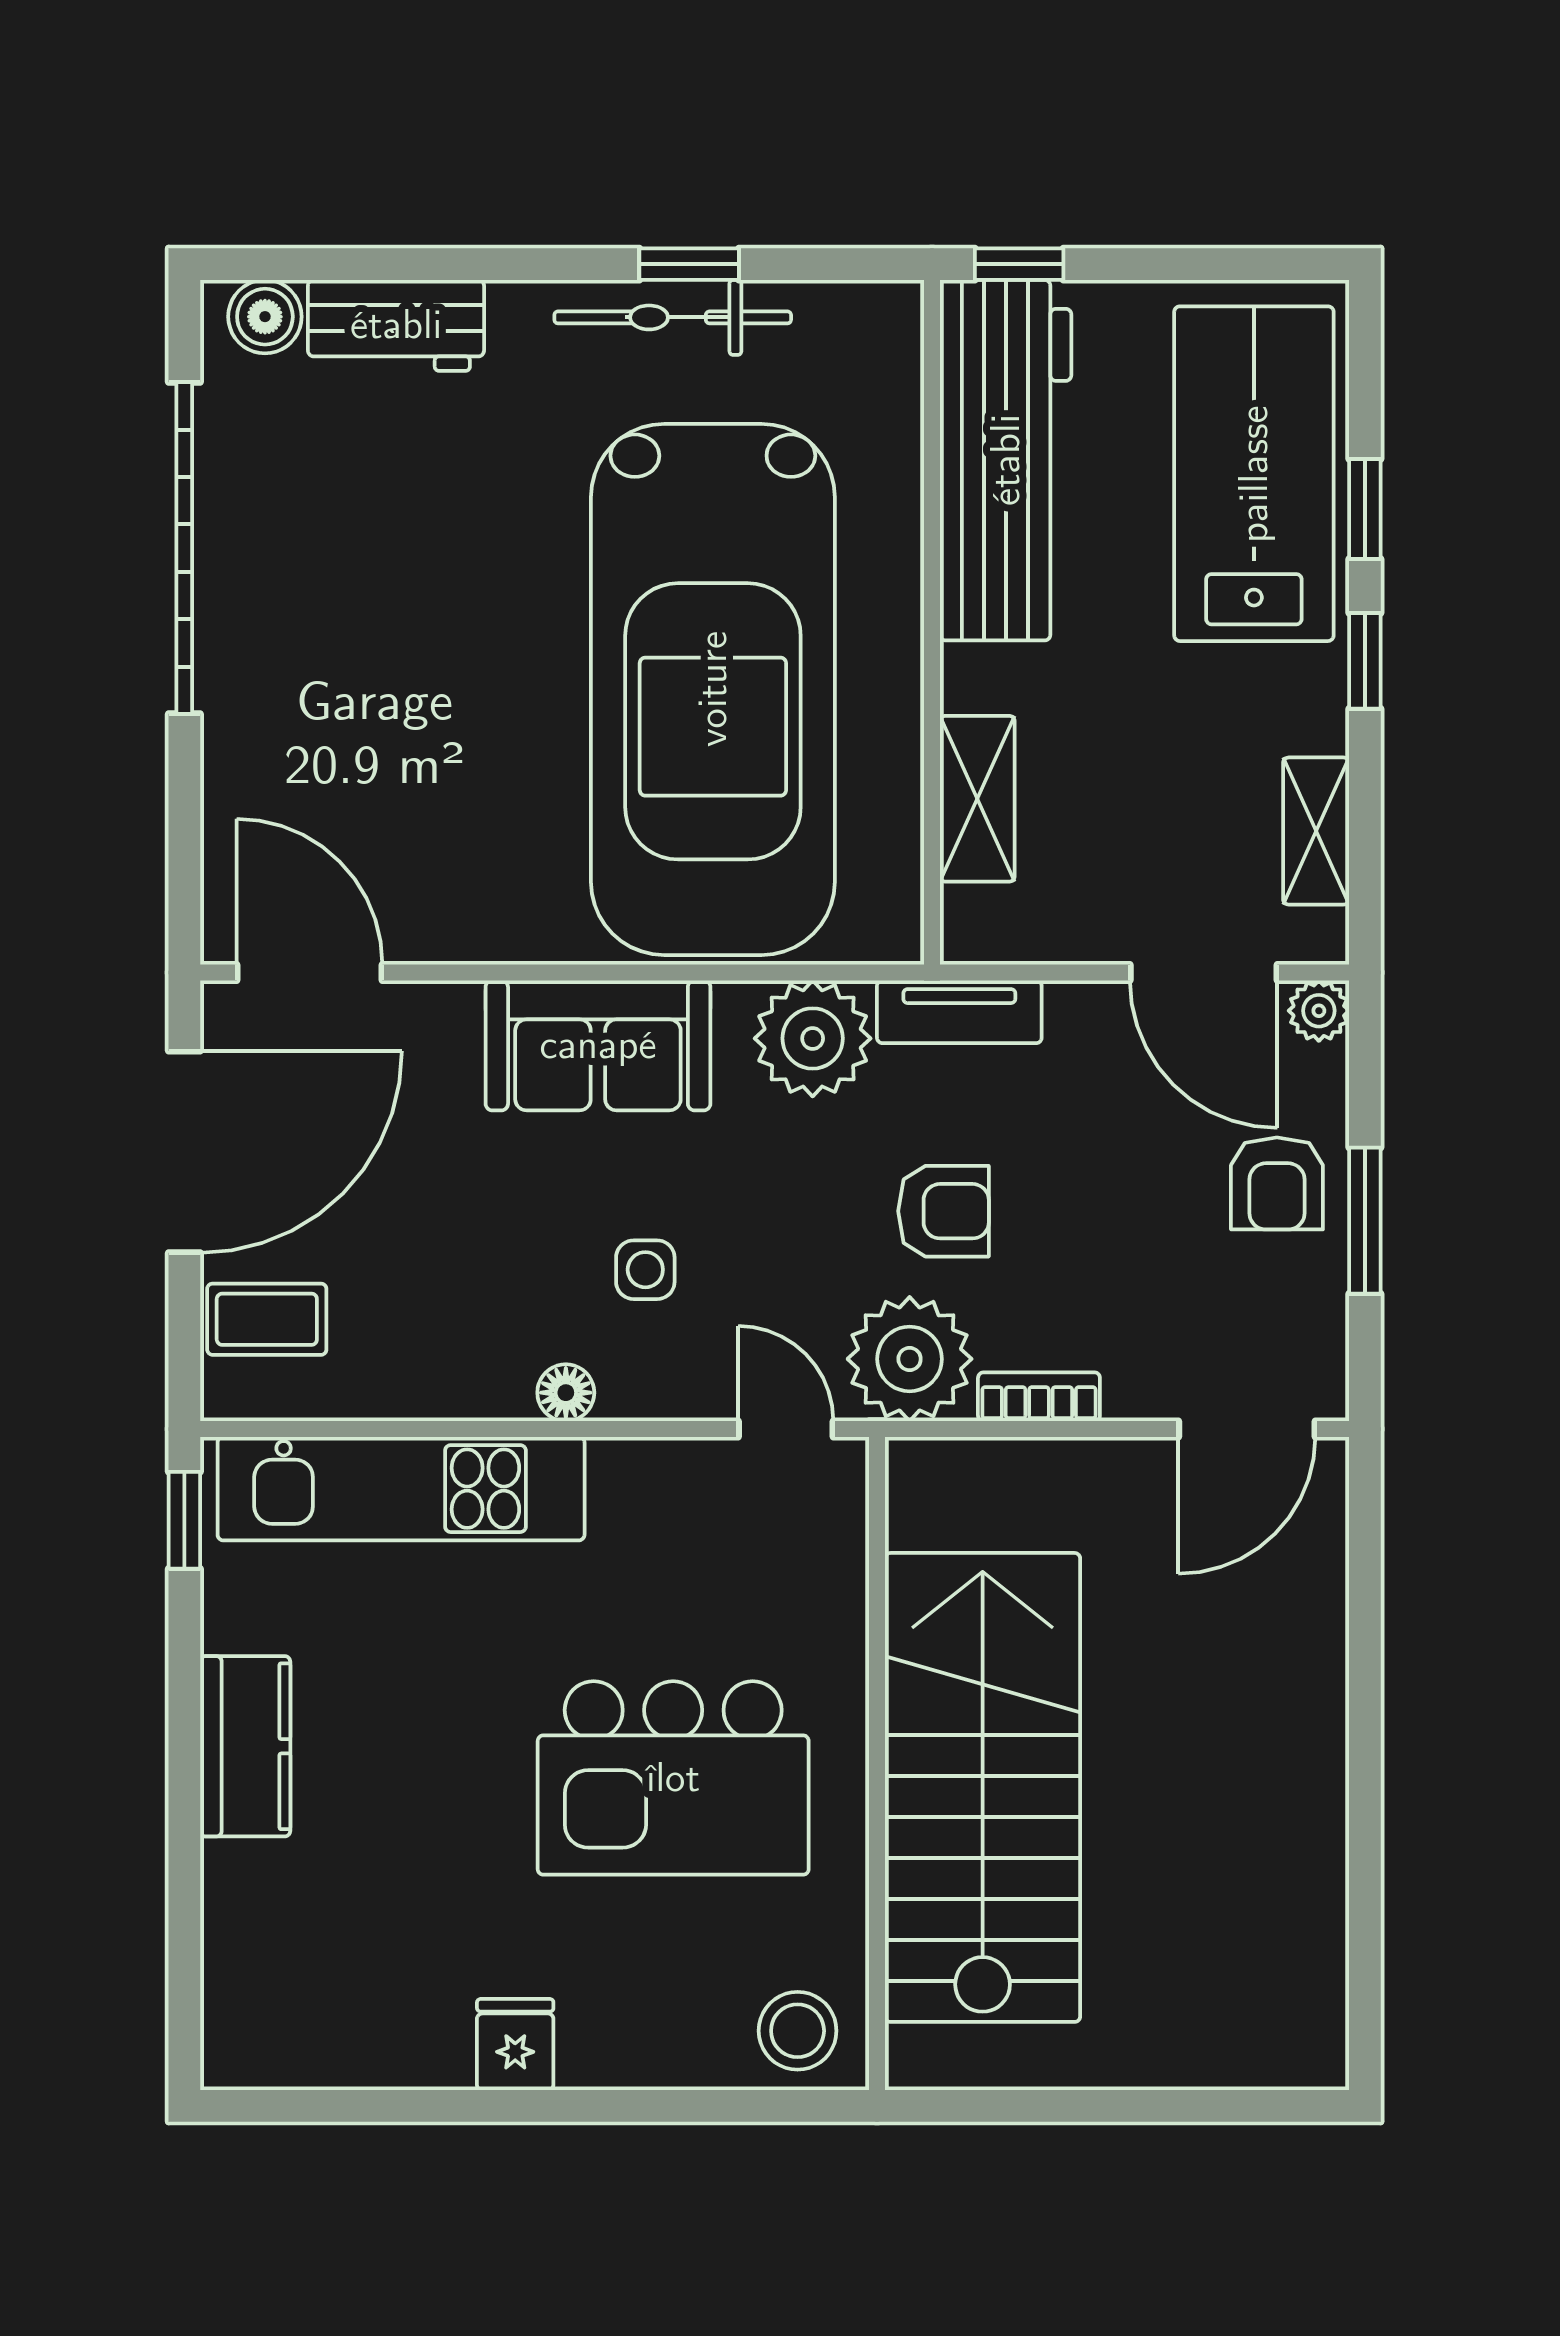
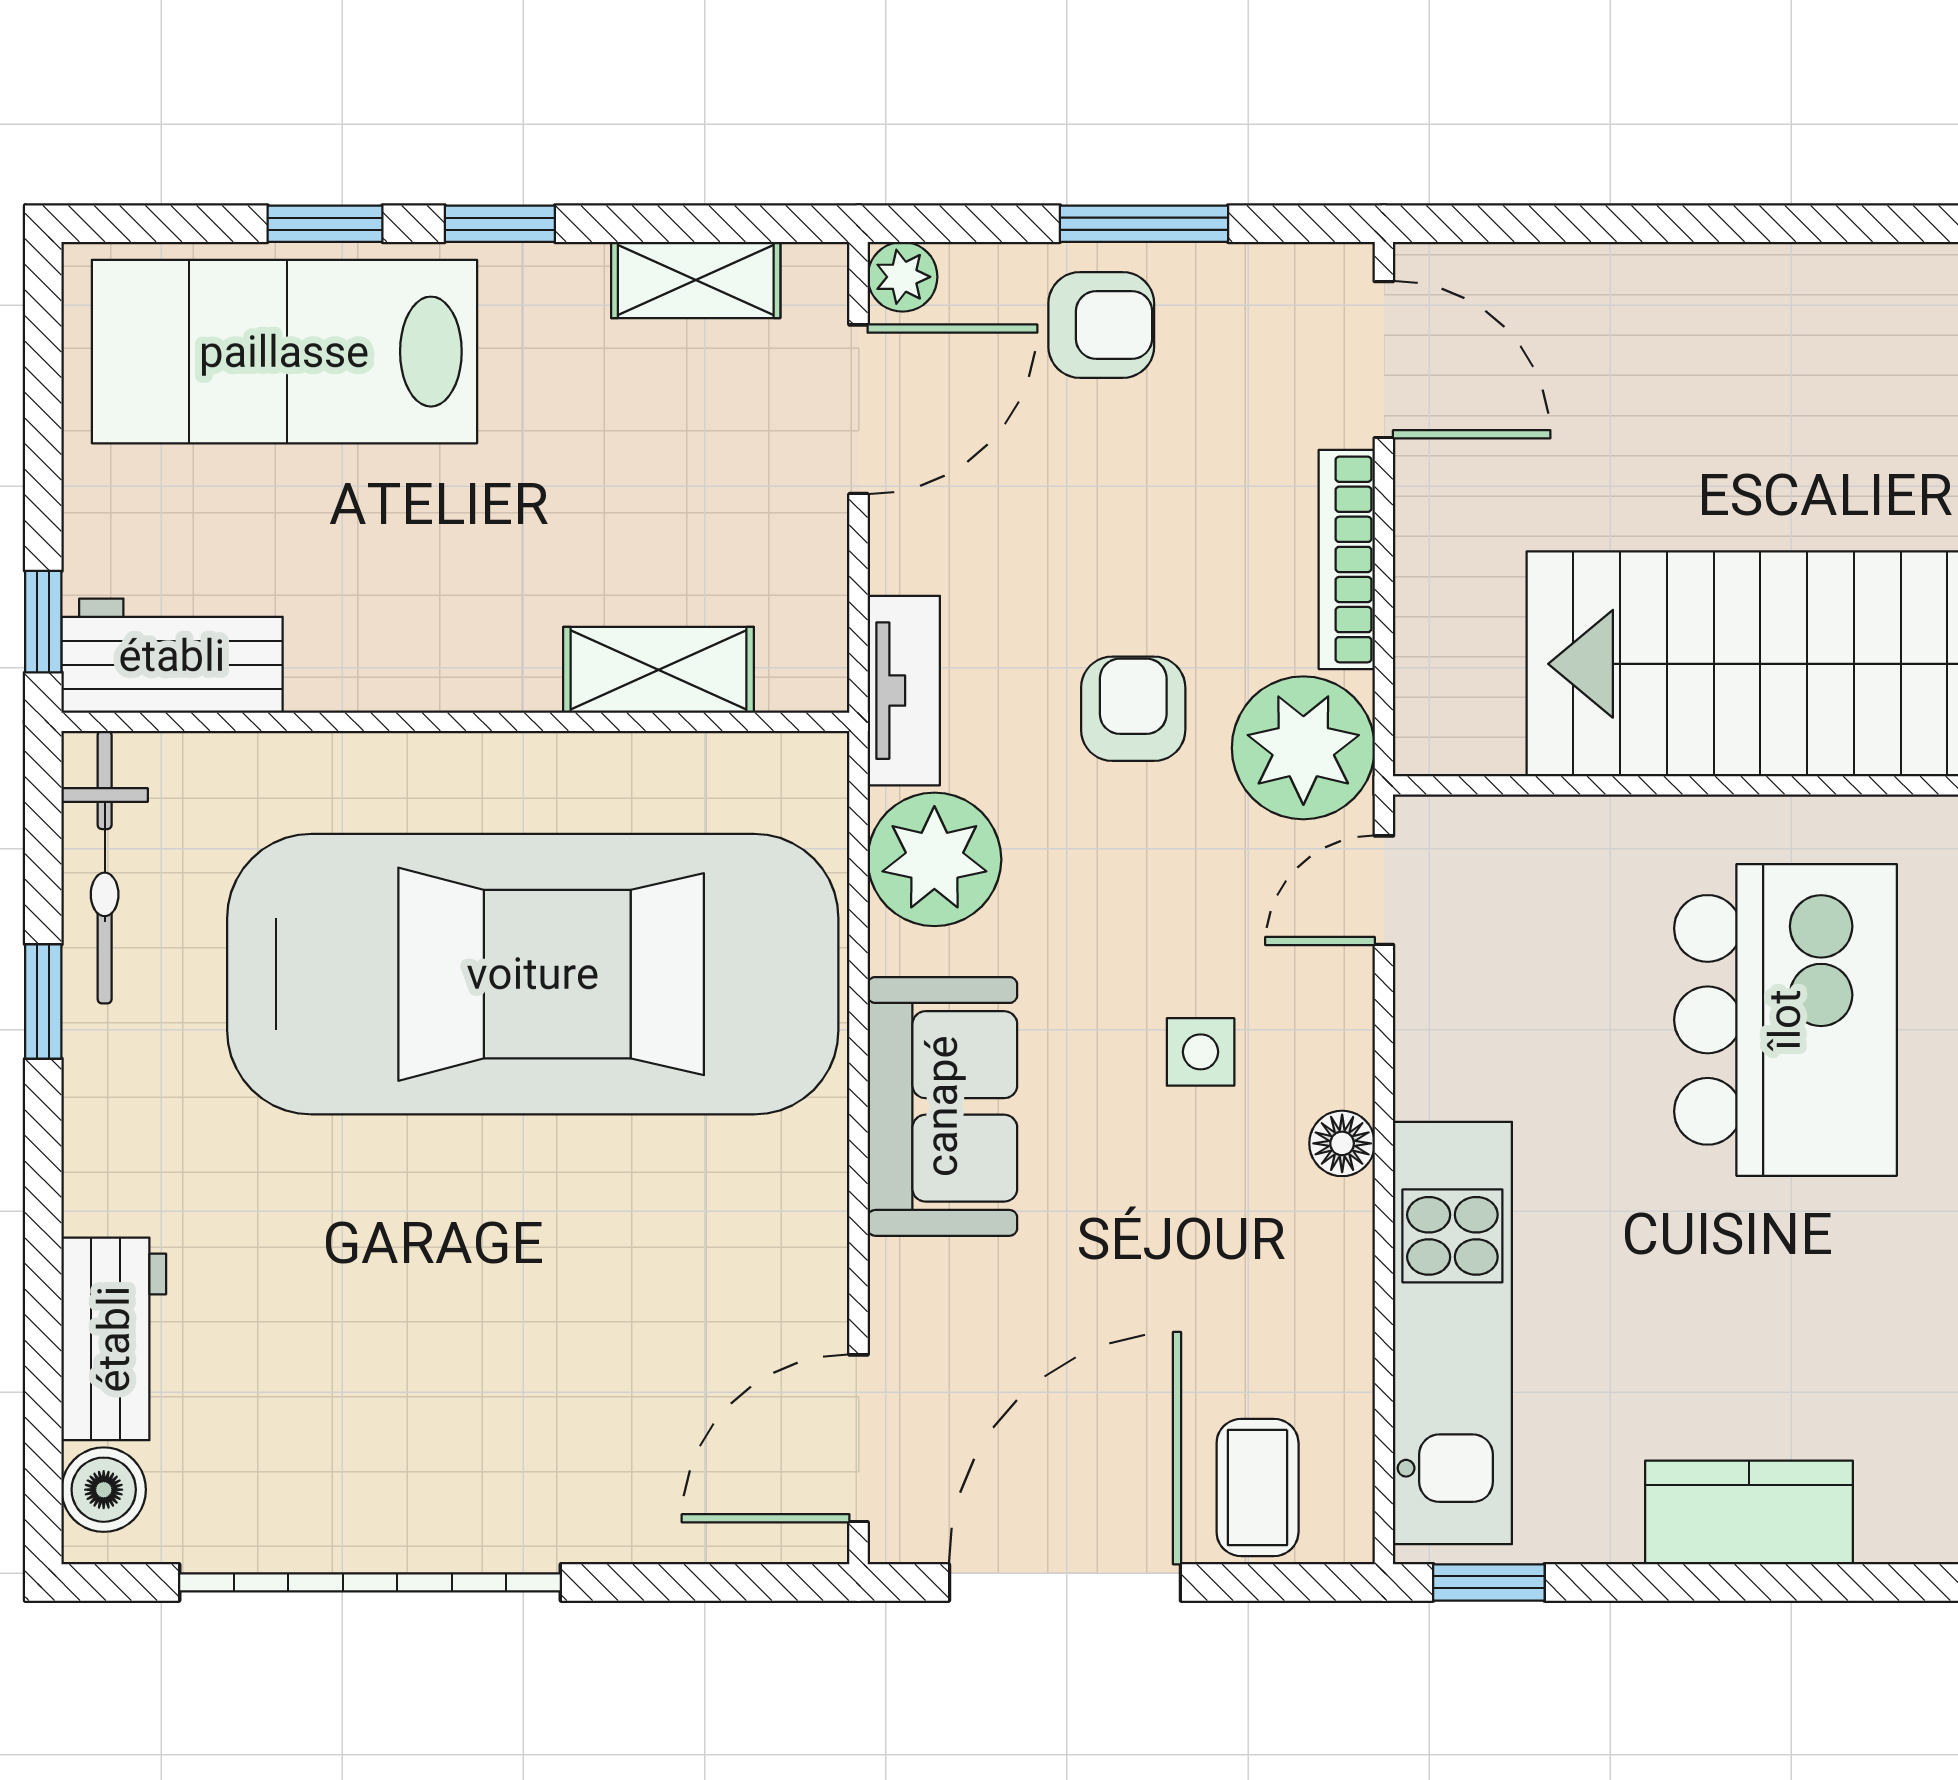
bicycle: (673, 317) -> (105, 867), moved
workbench: (1006, 460) -> (172, 656), width x0.53, depth x0.76
door: (184, 1152) -> (1065, 1582), hinge flipped
bookcase: (1039, 1397) -> (1347, 559), width x1.56

